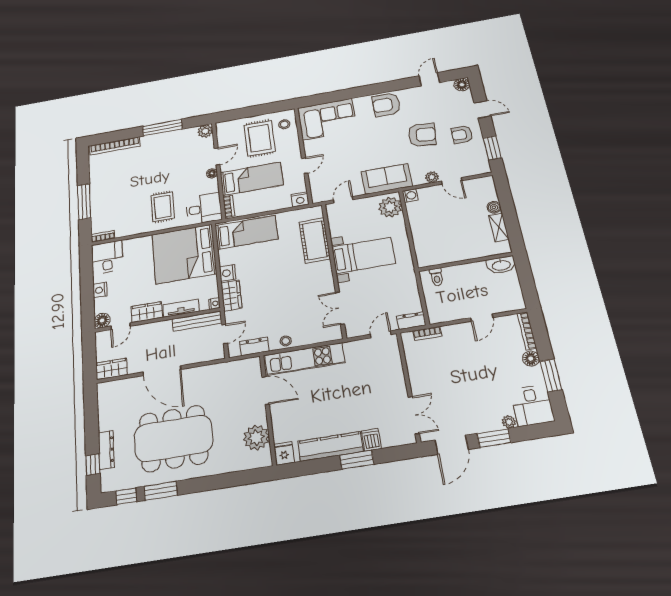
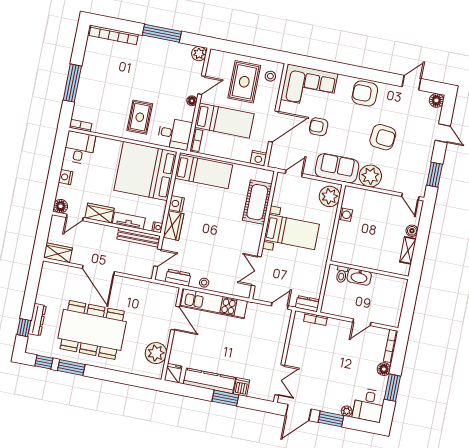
armchair: (462, 134) -> (319, 127), moved
door: (305, 166) -> (274, 126), width x1.87
plant: (432, 177) -> (370, 176), width x1.87, depth x1.87
door: (452, 181) -> (410, 197), moved
washing machine: (410, 196) -> (345, 215), moved
washbasin: (501, 265) -> (359, 277), moved

